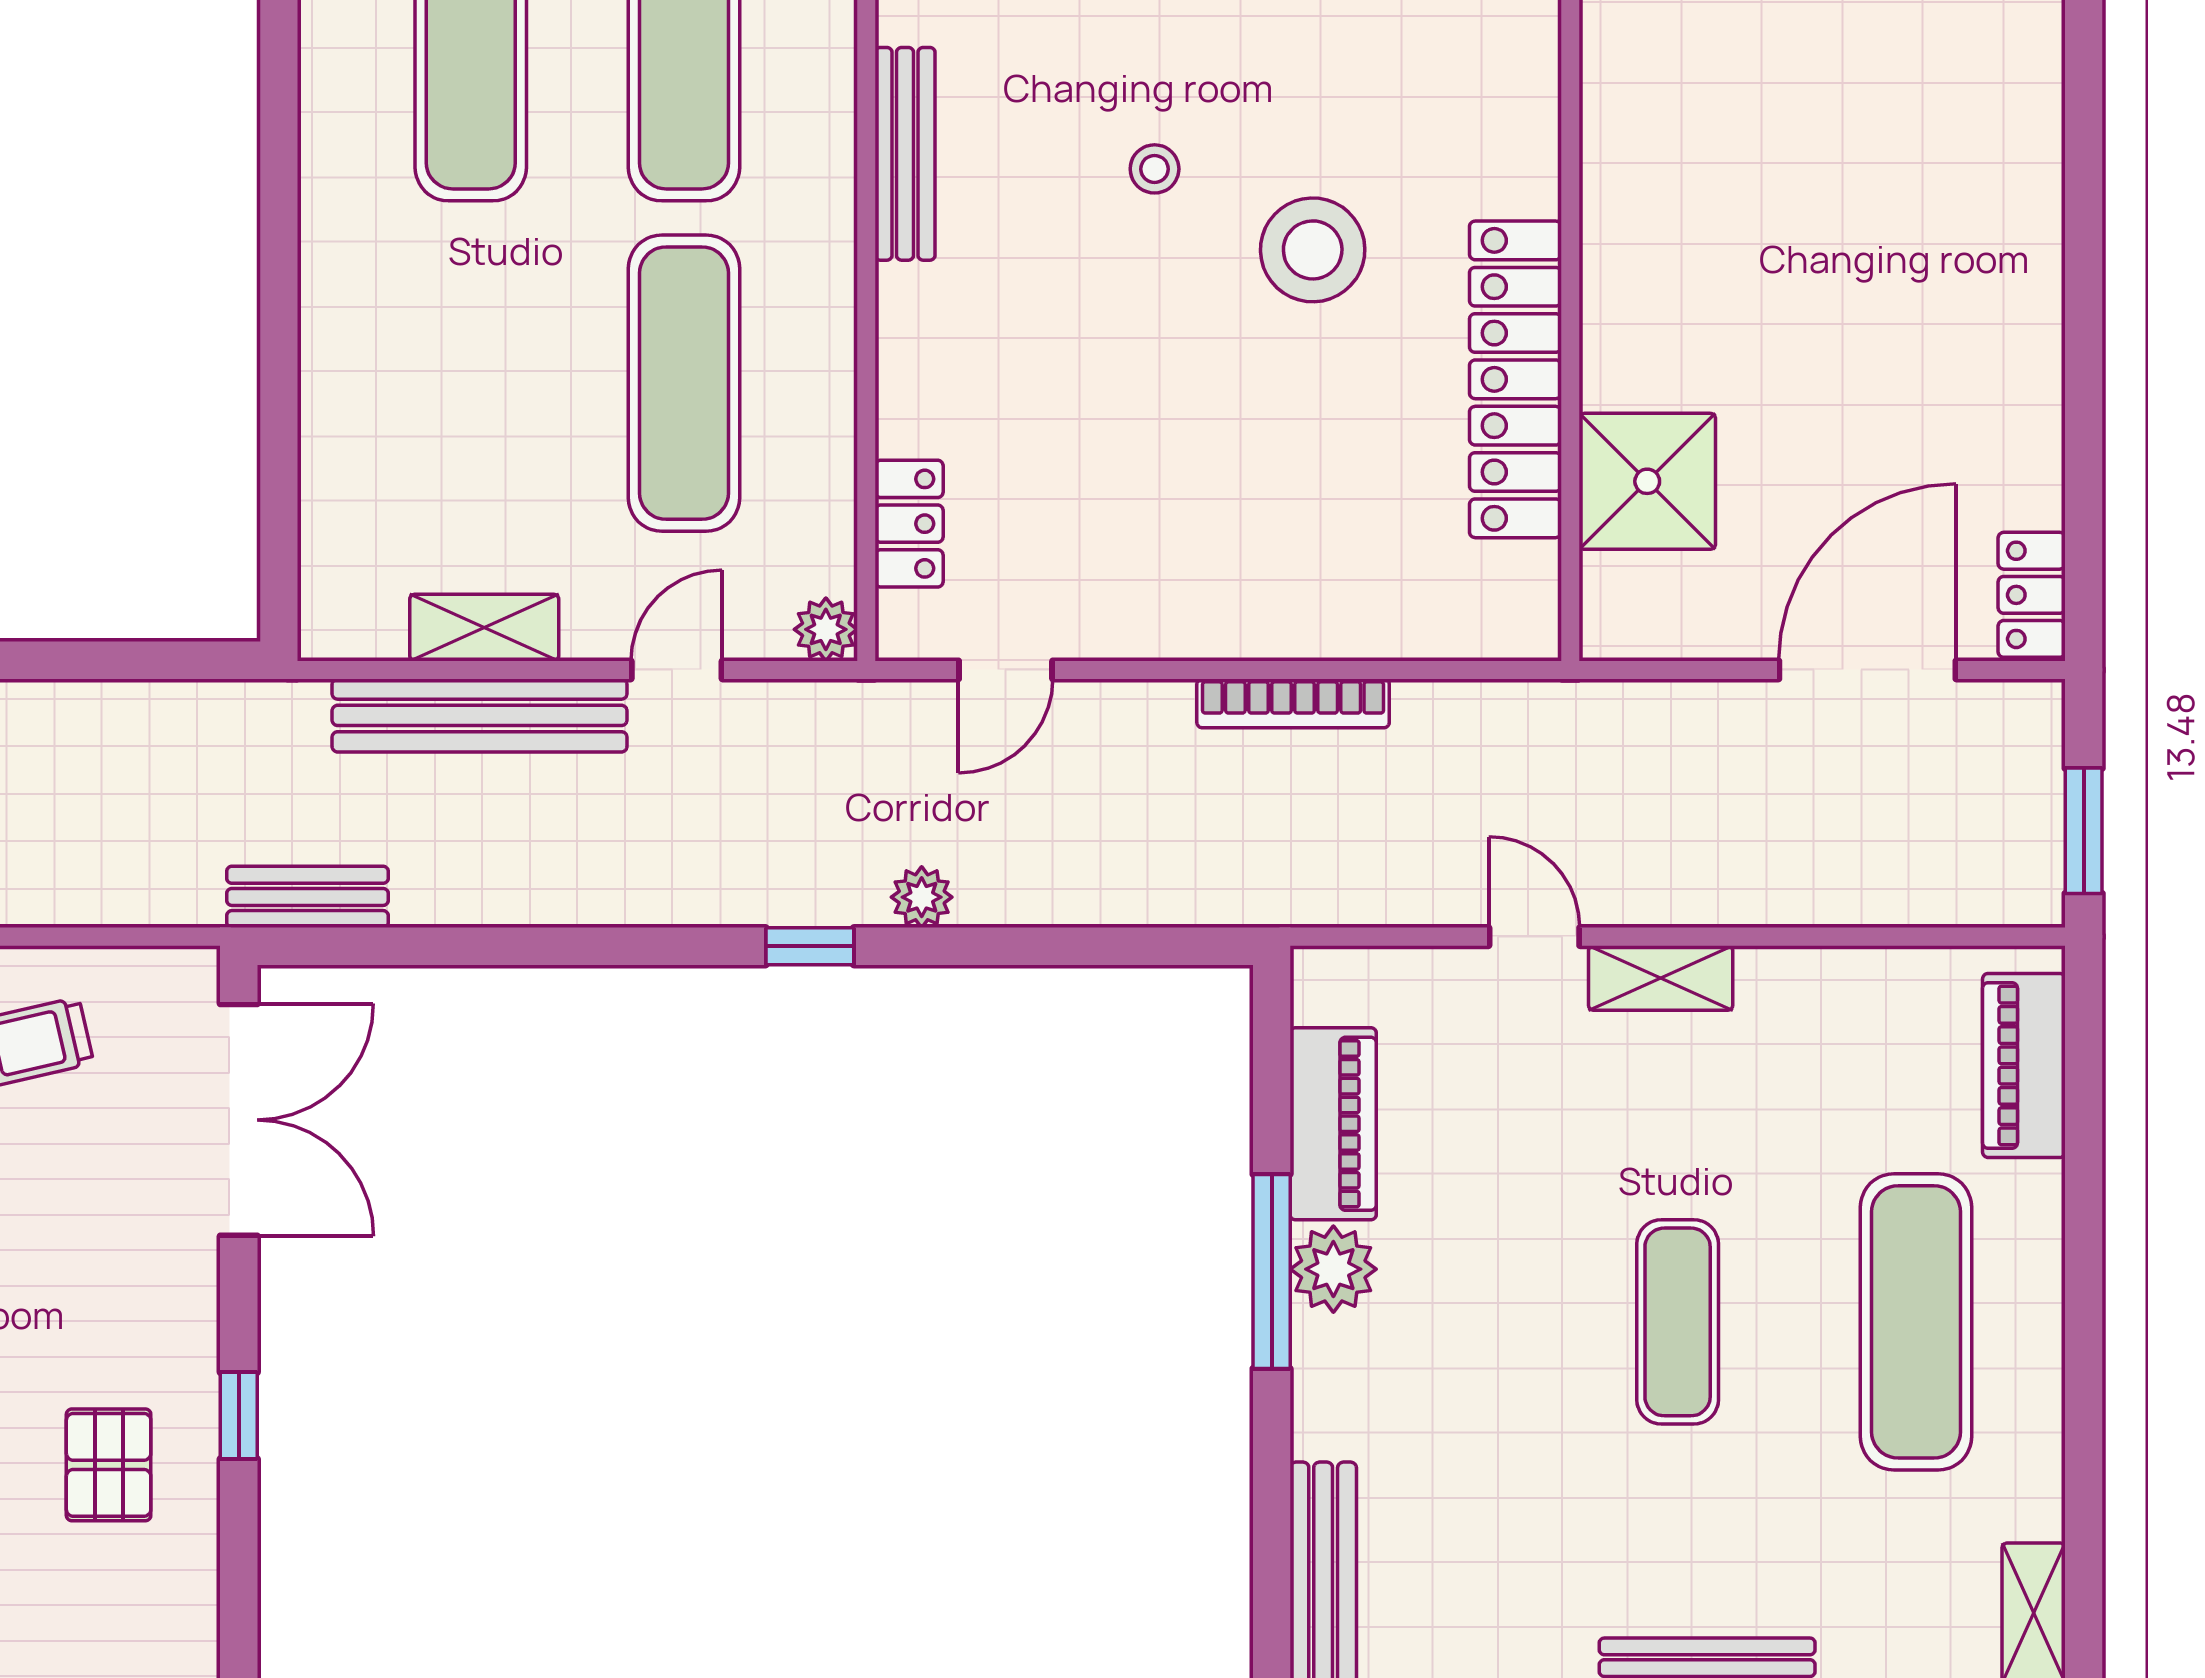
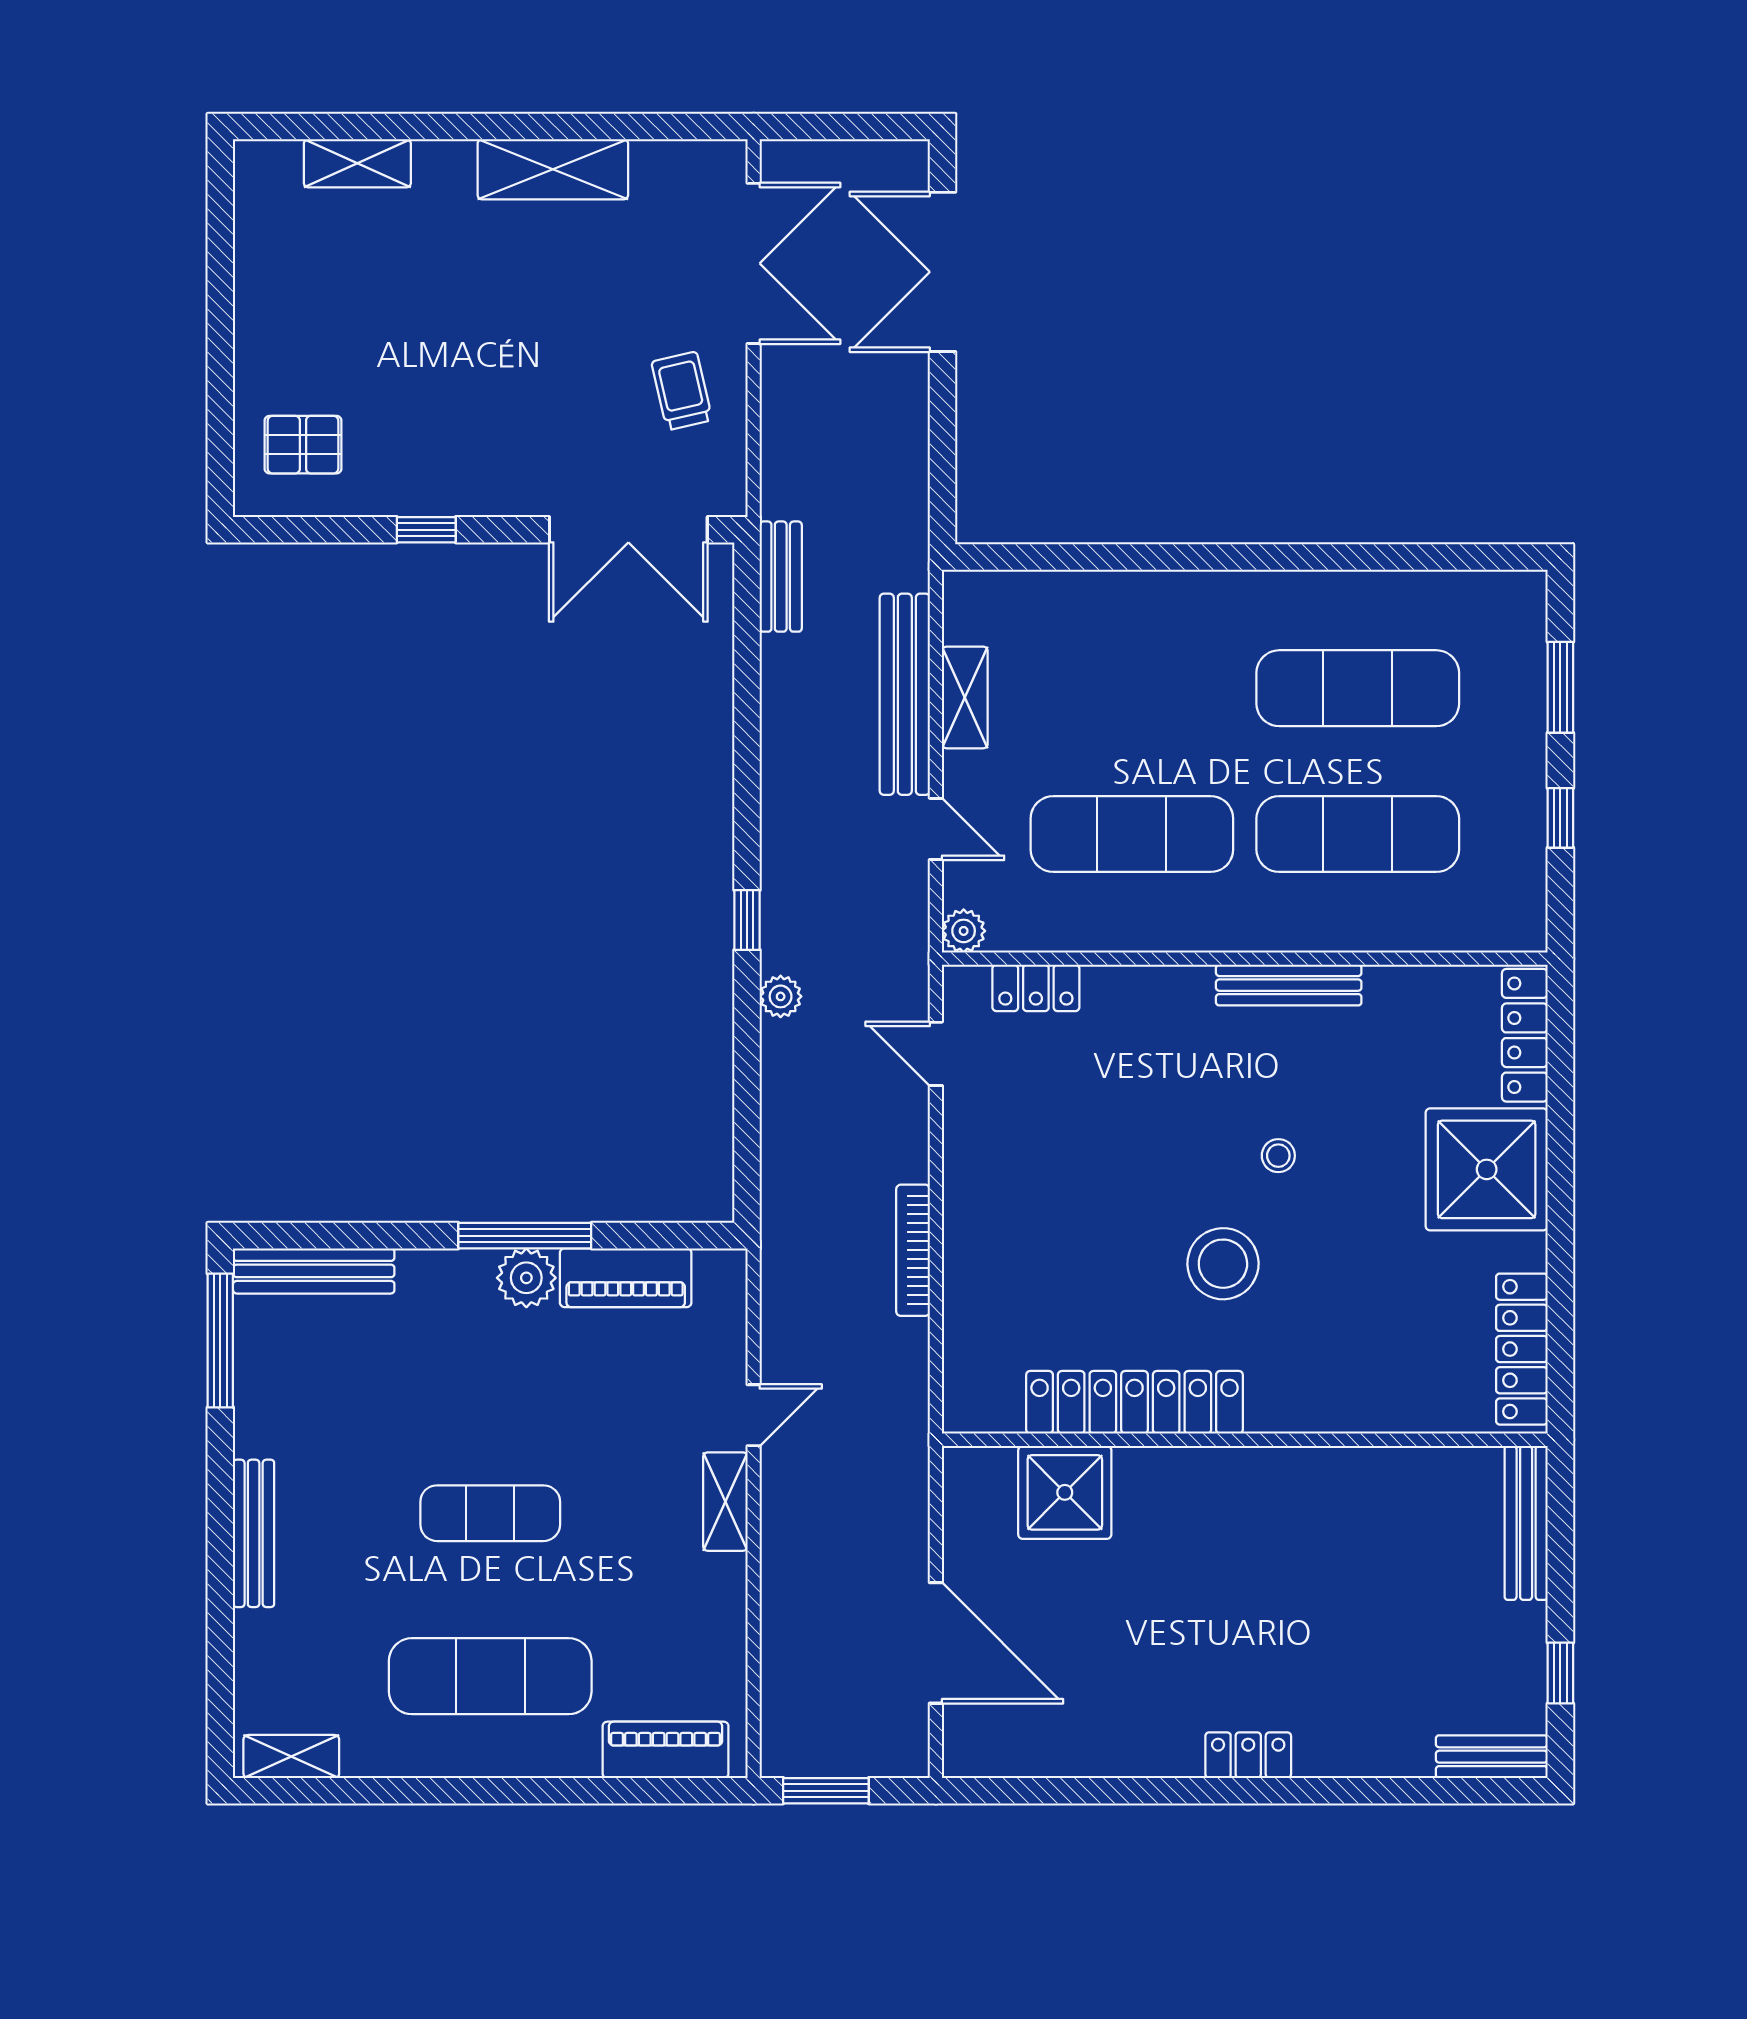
locker: (2032, 595) -> (1248, 1755), moved
pallet: (109, 1465) -> (303, 445), moved

